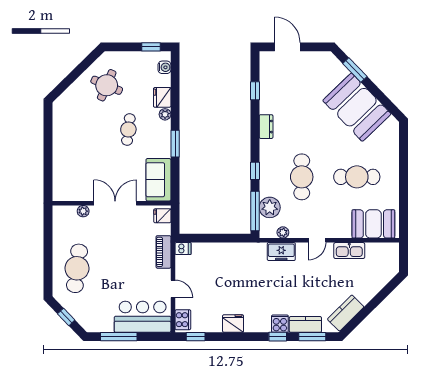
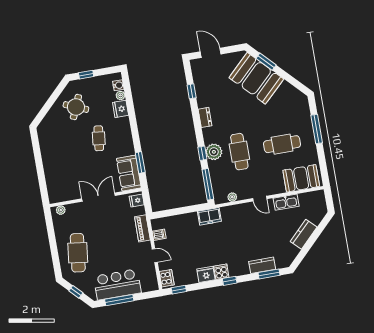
window: (151, 47) -> (86, 75), moved
booth: (357, 107) -> (256, 78), moved
plant: (165, 114) -> (120, 95), moved
window: (175, 144) -> (140, 162), moved
window: (404, 165) -> (317, 129), added
plant: (270, 207) -> (214, 152), moved
plant: (83, 211) -> (61, 210), moved
door: (317, 240) -> (260, 199), hinge flipped
dishwasher: (183, 249) -> (159, 235), moved
freezer: (281, 252) -> (209, 216), moved
kitchen counter: (346, 313) -> (304, 234), moved
bar counter: (143, 317) -> (117, 284), moved
cooker: (280, 324) -> (221, 272), moved
window: (278, 337) -> (230, 281), moved

